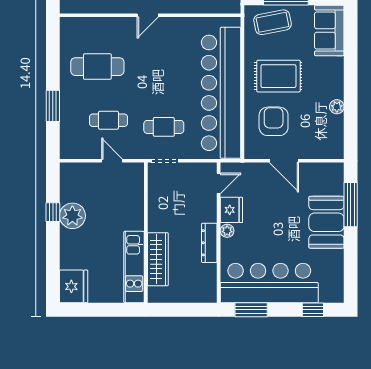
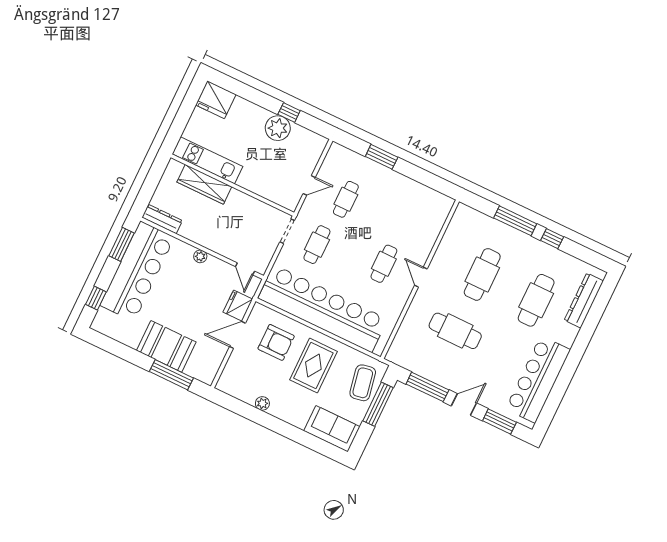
cafe table: (97, 67) -> (384, 264), moved, width x0.73, depth x0.74
fridge: (231, 210) -> (238, 306), moved, turned 90
dresser: (209, 243) -> (162, 219), moved

